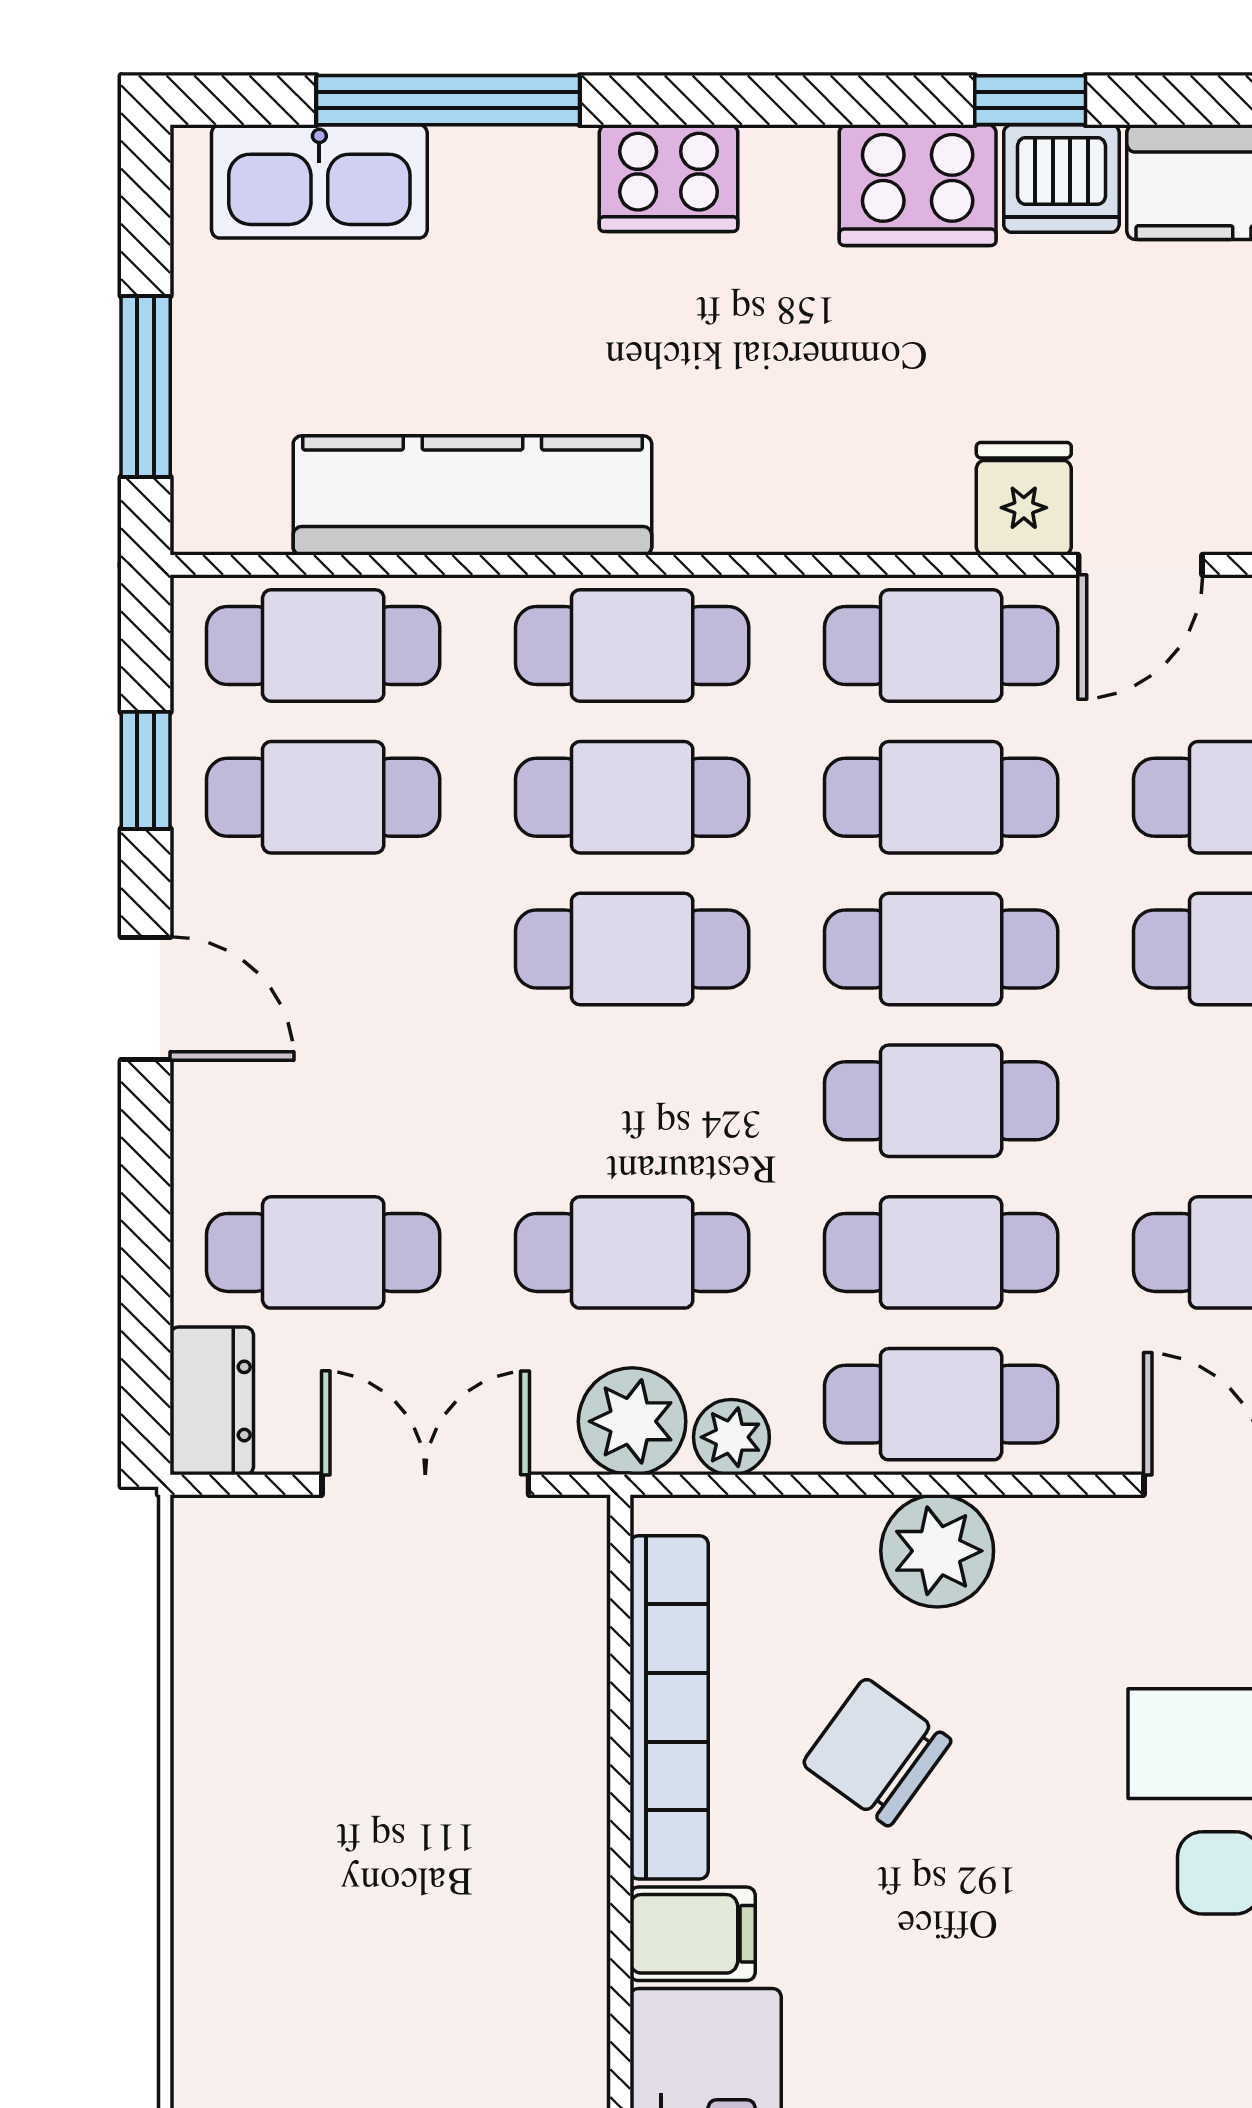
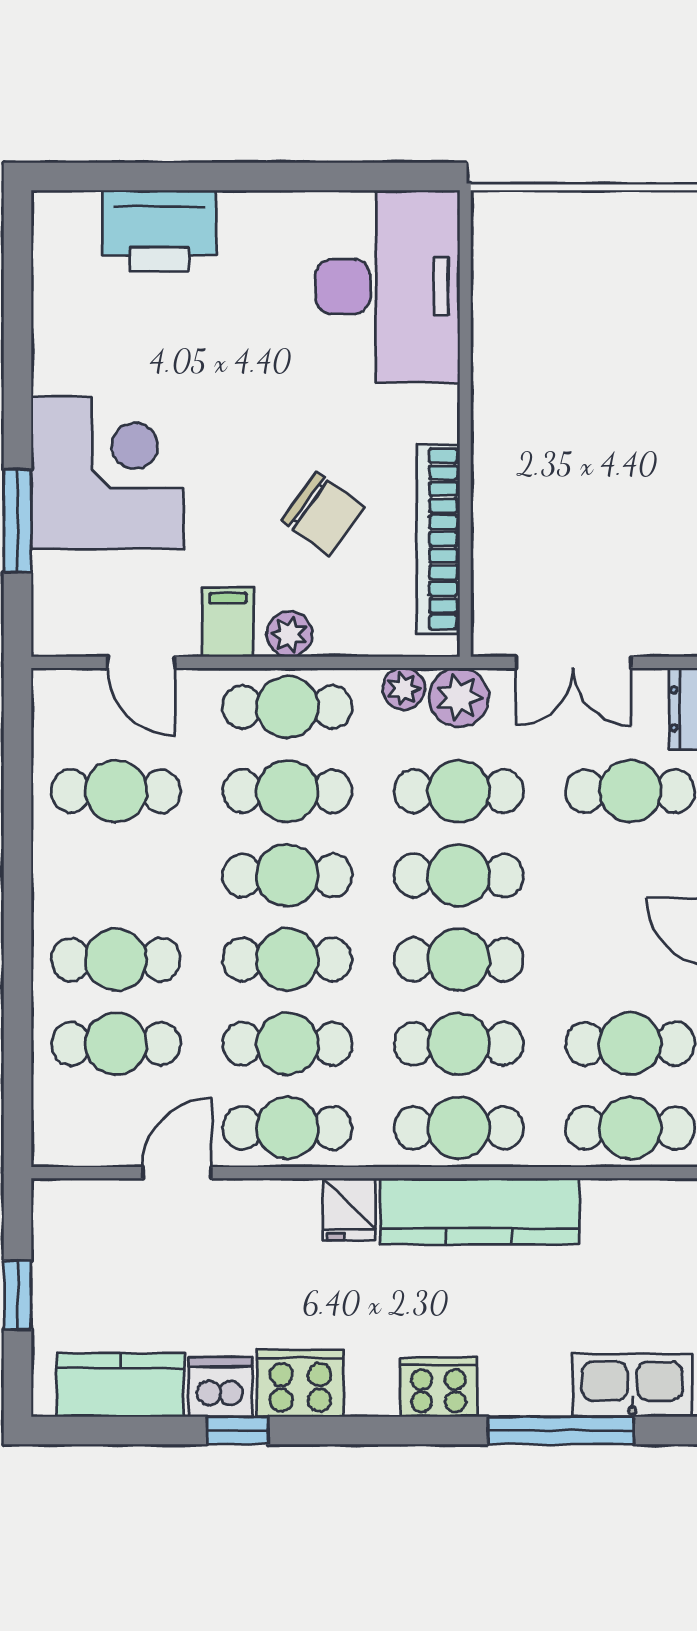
kitchen counter: (472, 495) -> (479, 1211), moved
fridge: (1024, 499) -> (349, 1209), moved
cafe table: (632, 1101) -> (459, 875), added
plant: (937, 1551) -> (289, 634), width x0.73, depth x0.73
filing cabinet: (693, 1934) -> (228, 622), moved, turned 90

